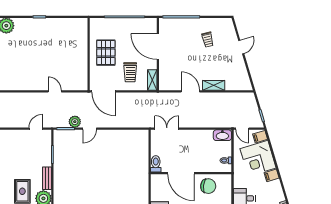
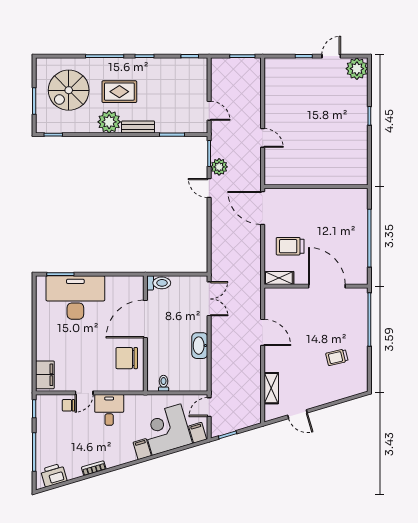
door: (158, 47) -> (327, 286), hinge flipped
door: (241, 47) -> (297, 414), moved
pallet: (106, 53) -> (318, 211), removed
shelving: (214, 85) -> (271, 388), moved
door: (55, 91) -> (263, 138), hinge flipped
door: (103, 91) -> (263, 208), hinge flipped
door: (190, 91) -> (263, 332), hinge flipped
washbasin: (222, 135) -> (200, 346), moved
chair: (208, 186) -> (127, 358), turned 83

